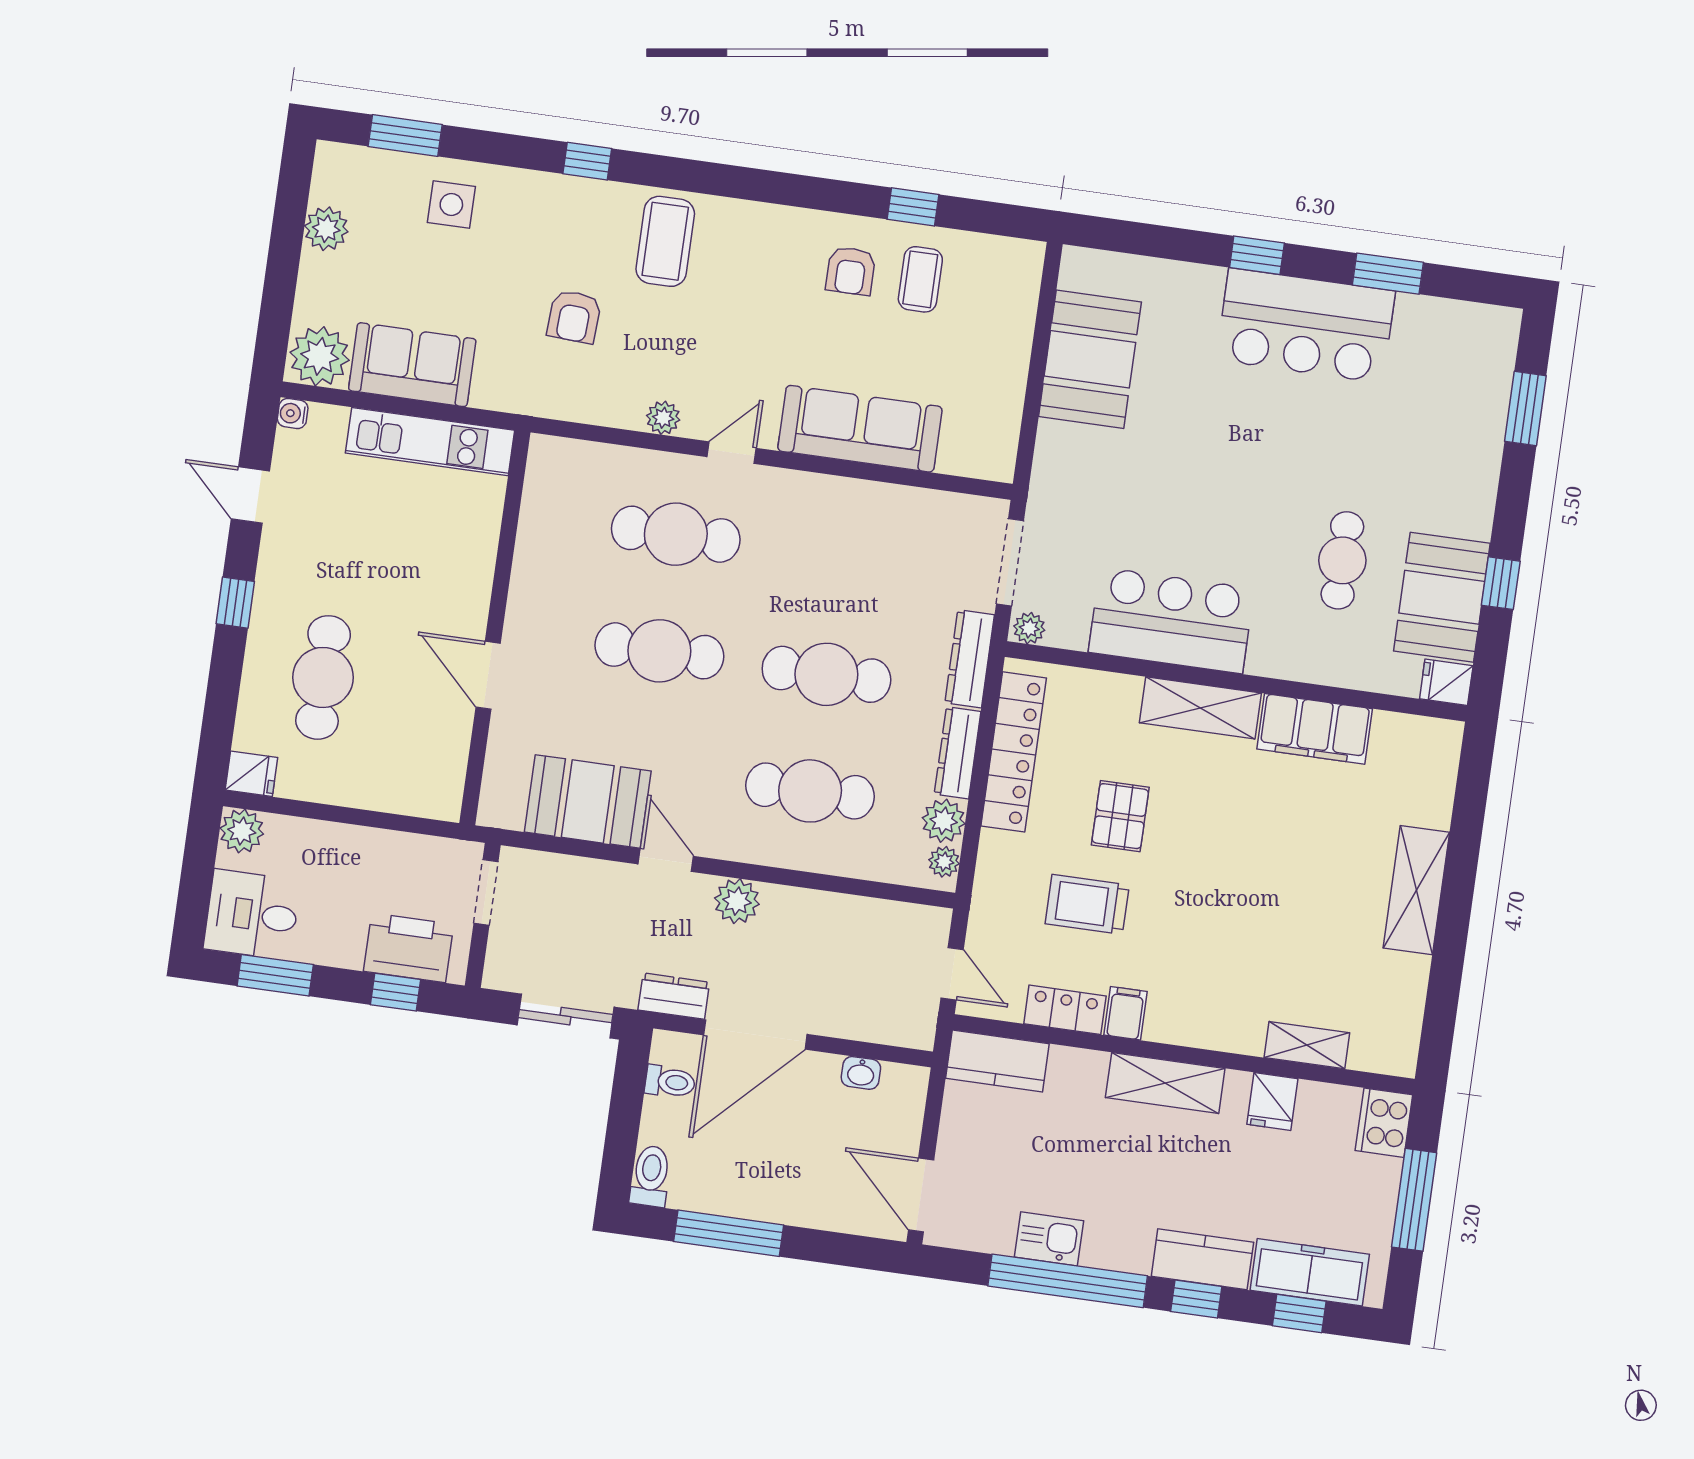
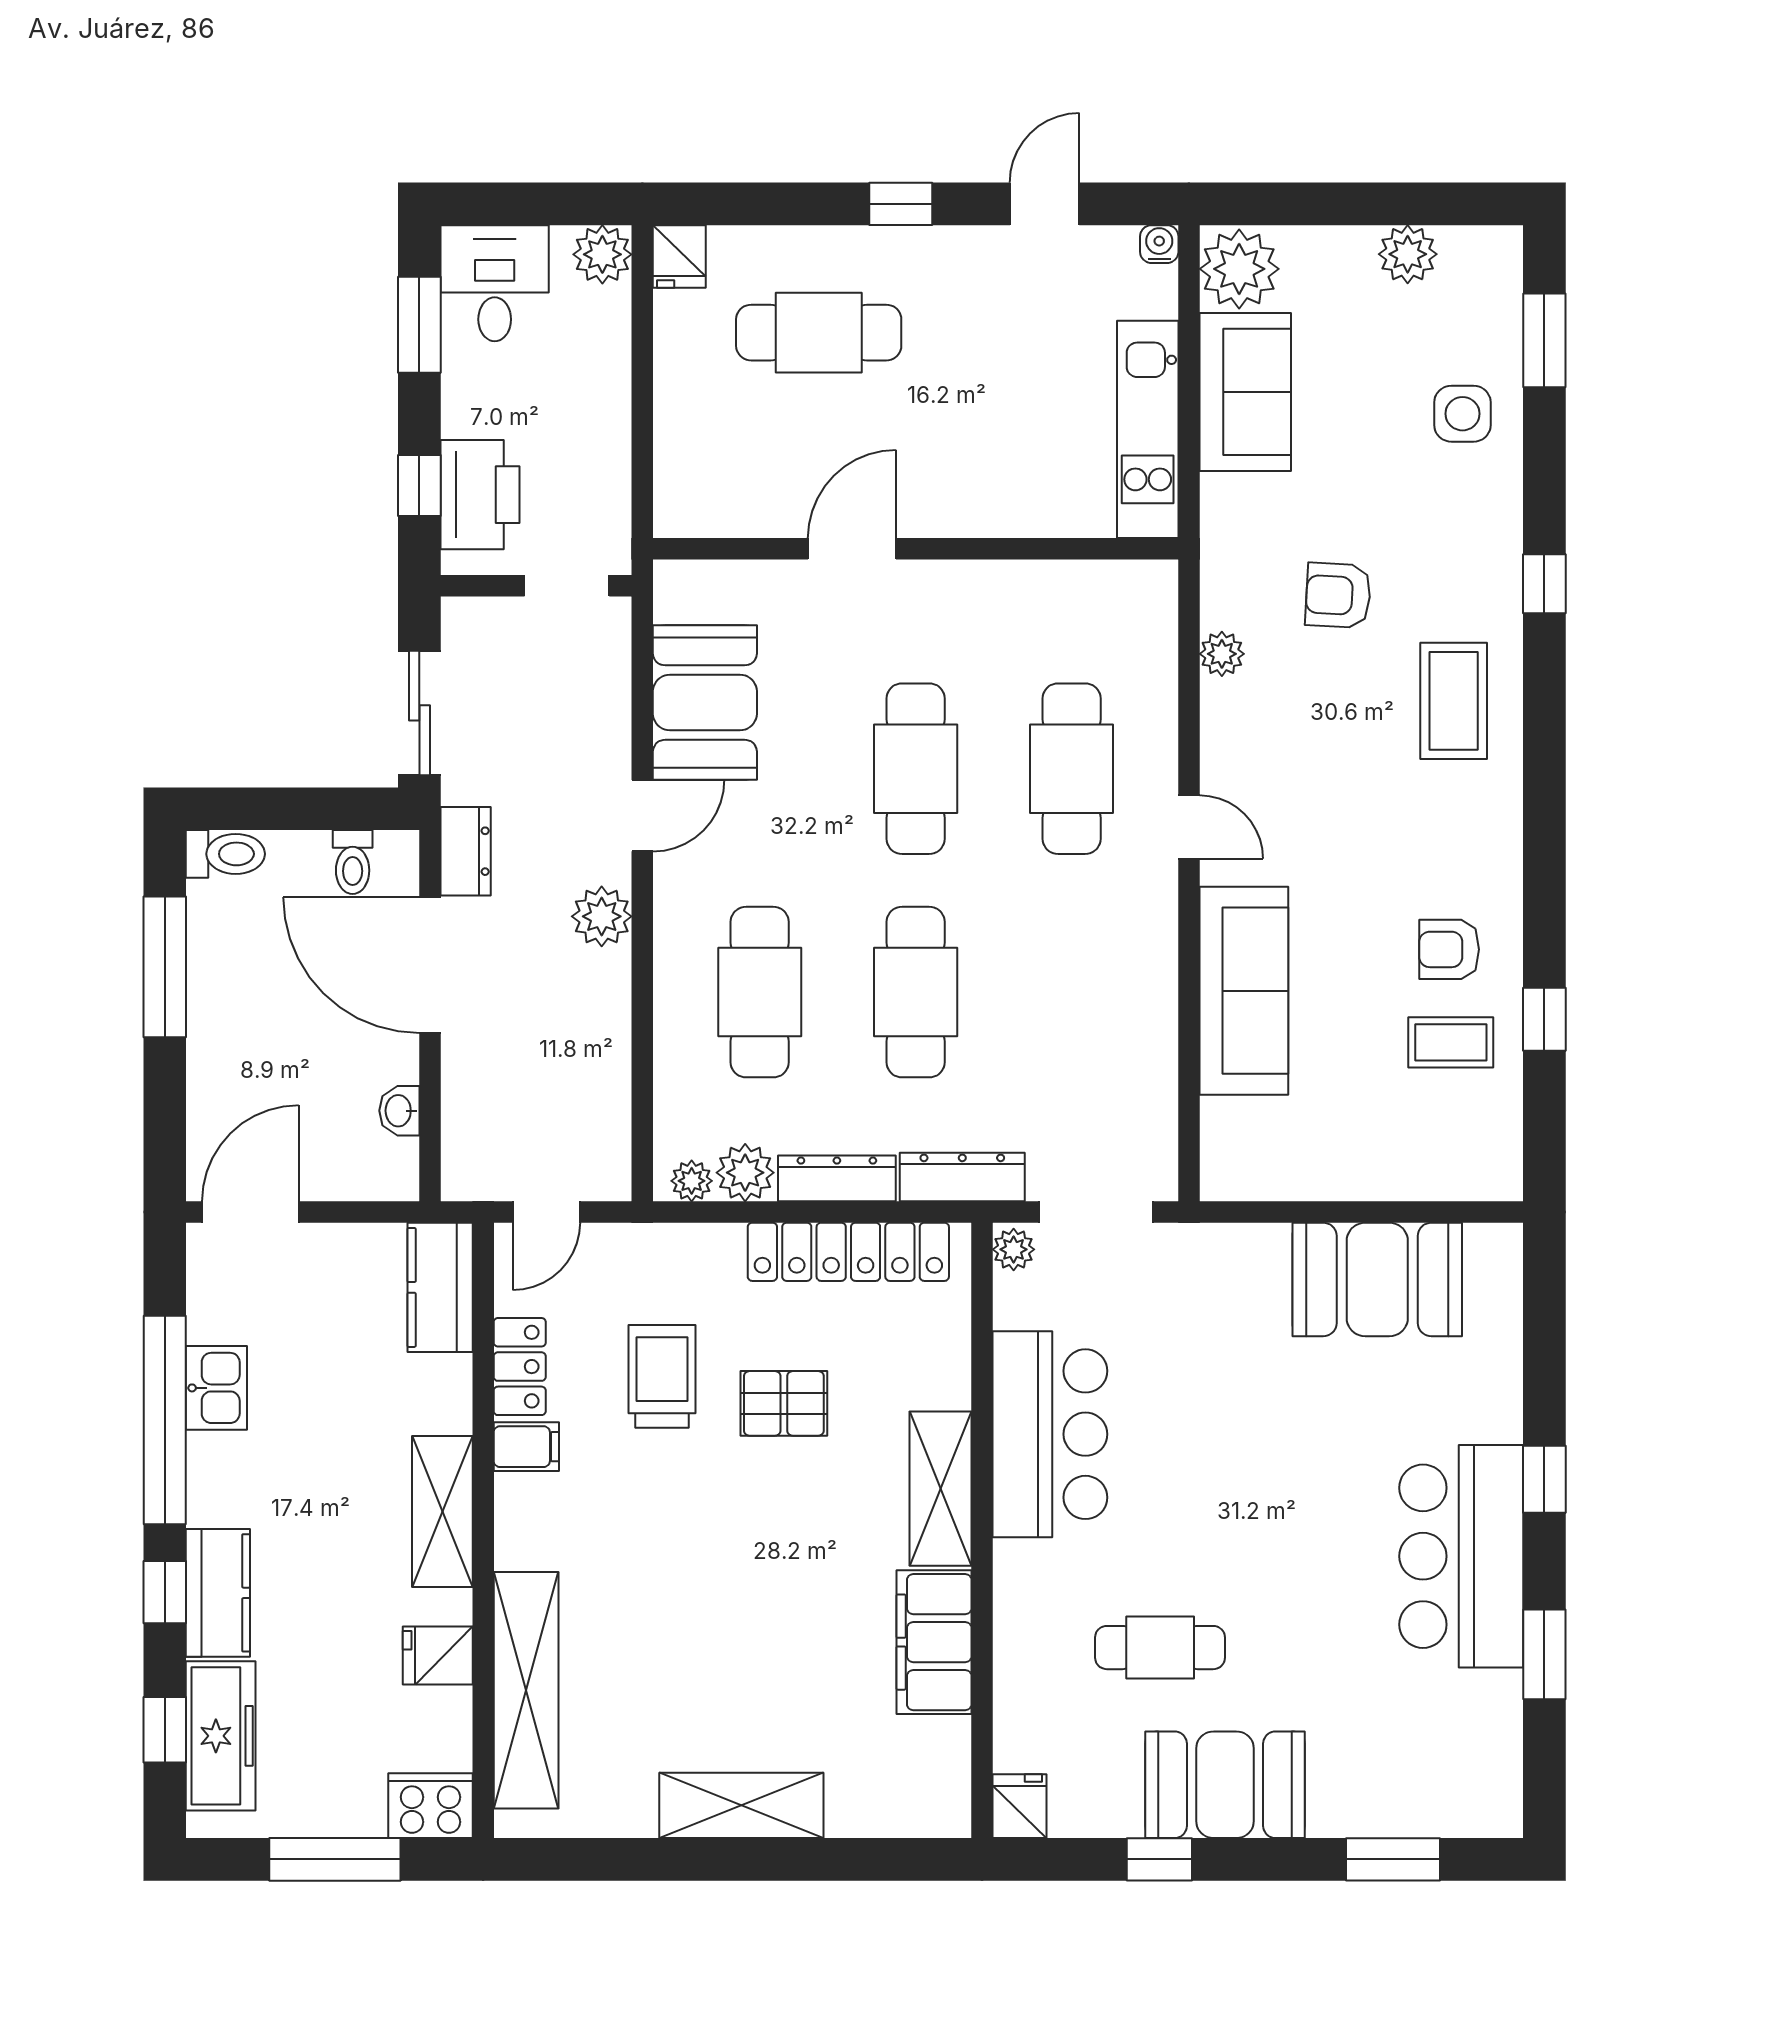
coffee table: (665, 241) -> (1454, 701), turned 90
plant: (663, 418) -> (1222, 654), moved
booth: (1442, 597) -> (1225, 1785), moved
shelving: (1307, 1045) -> (526, 1690), width x2.20, depth x1.33

